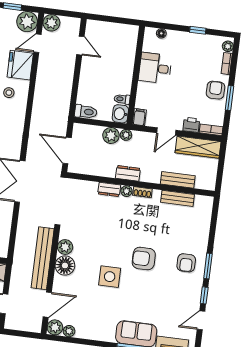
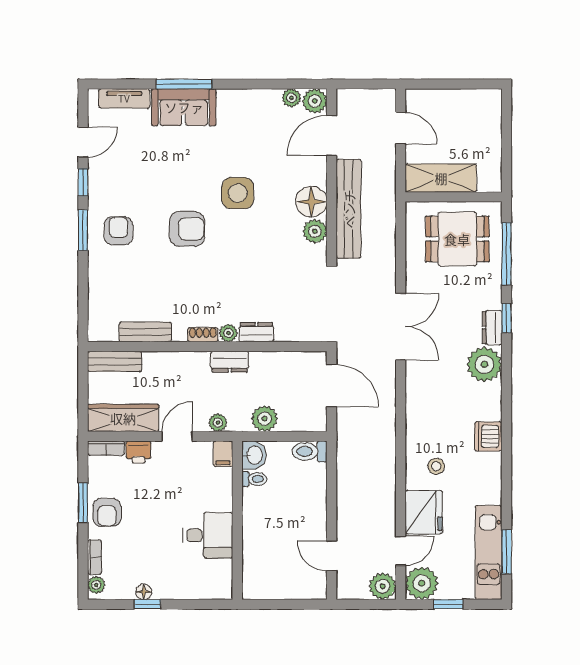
floor lamp: (161, 33) -> (144, 592), moved
plant: (126, 135) -> (218, 423), moved
bench: (178, 180) -> (115, 361), moved

